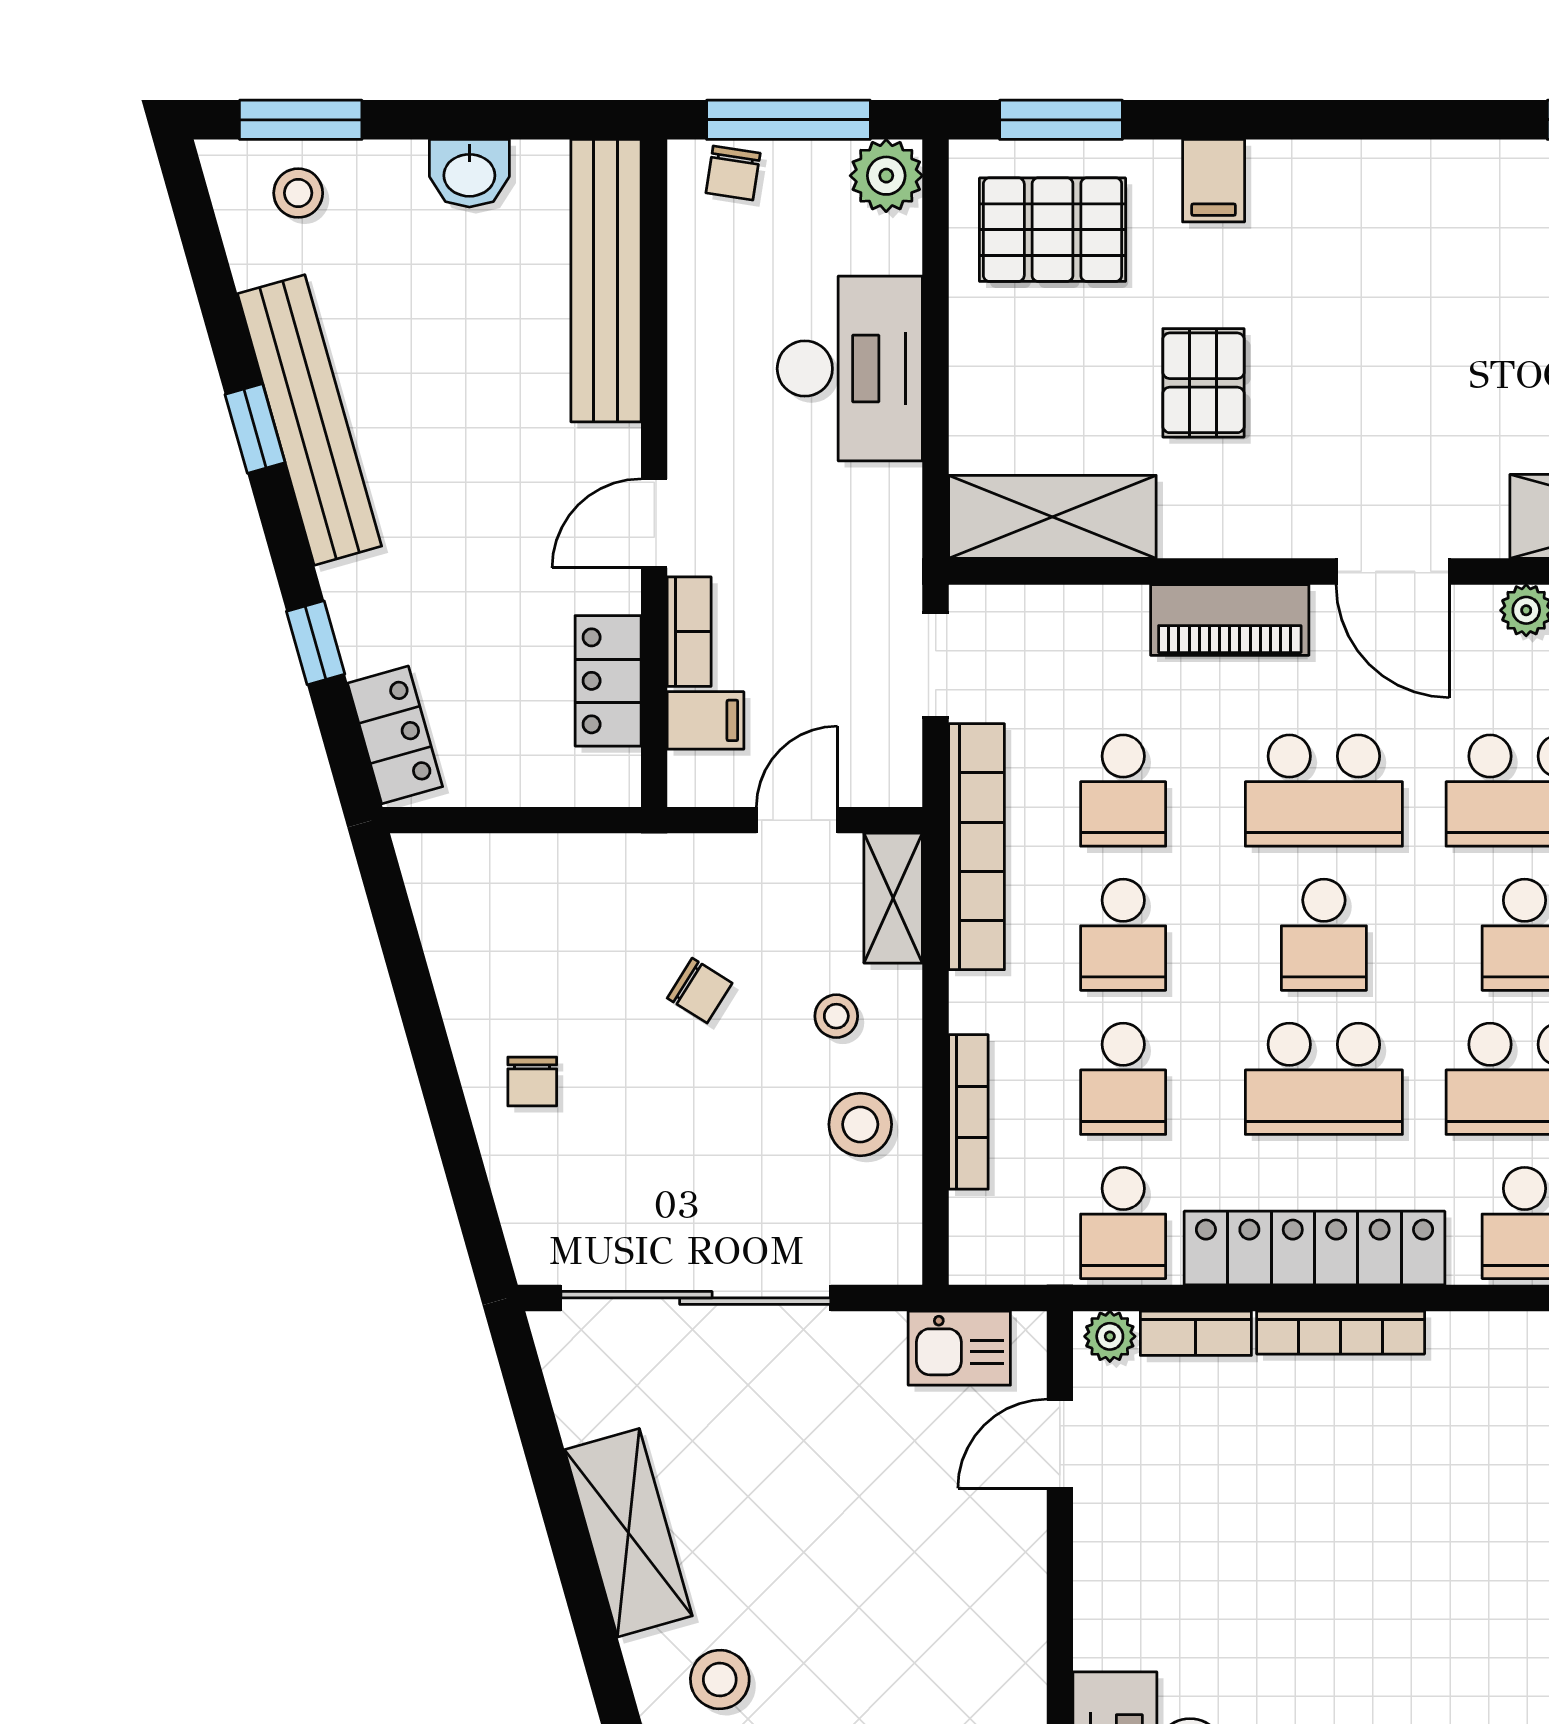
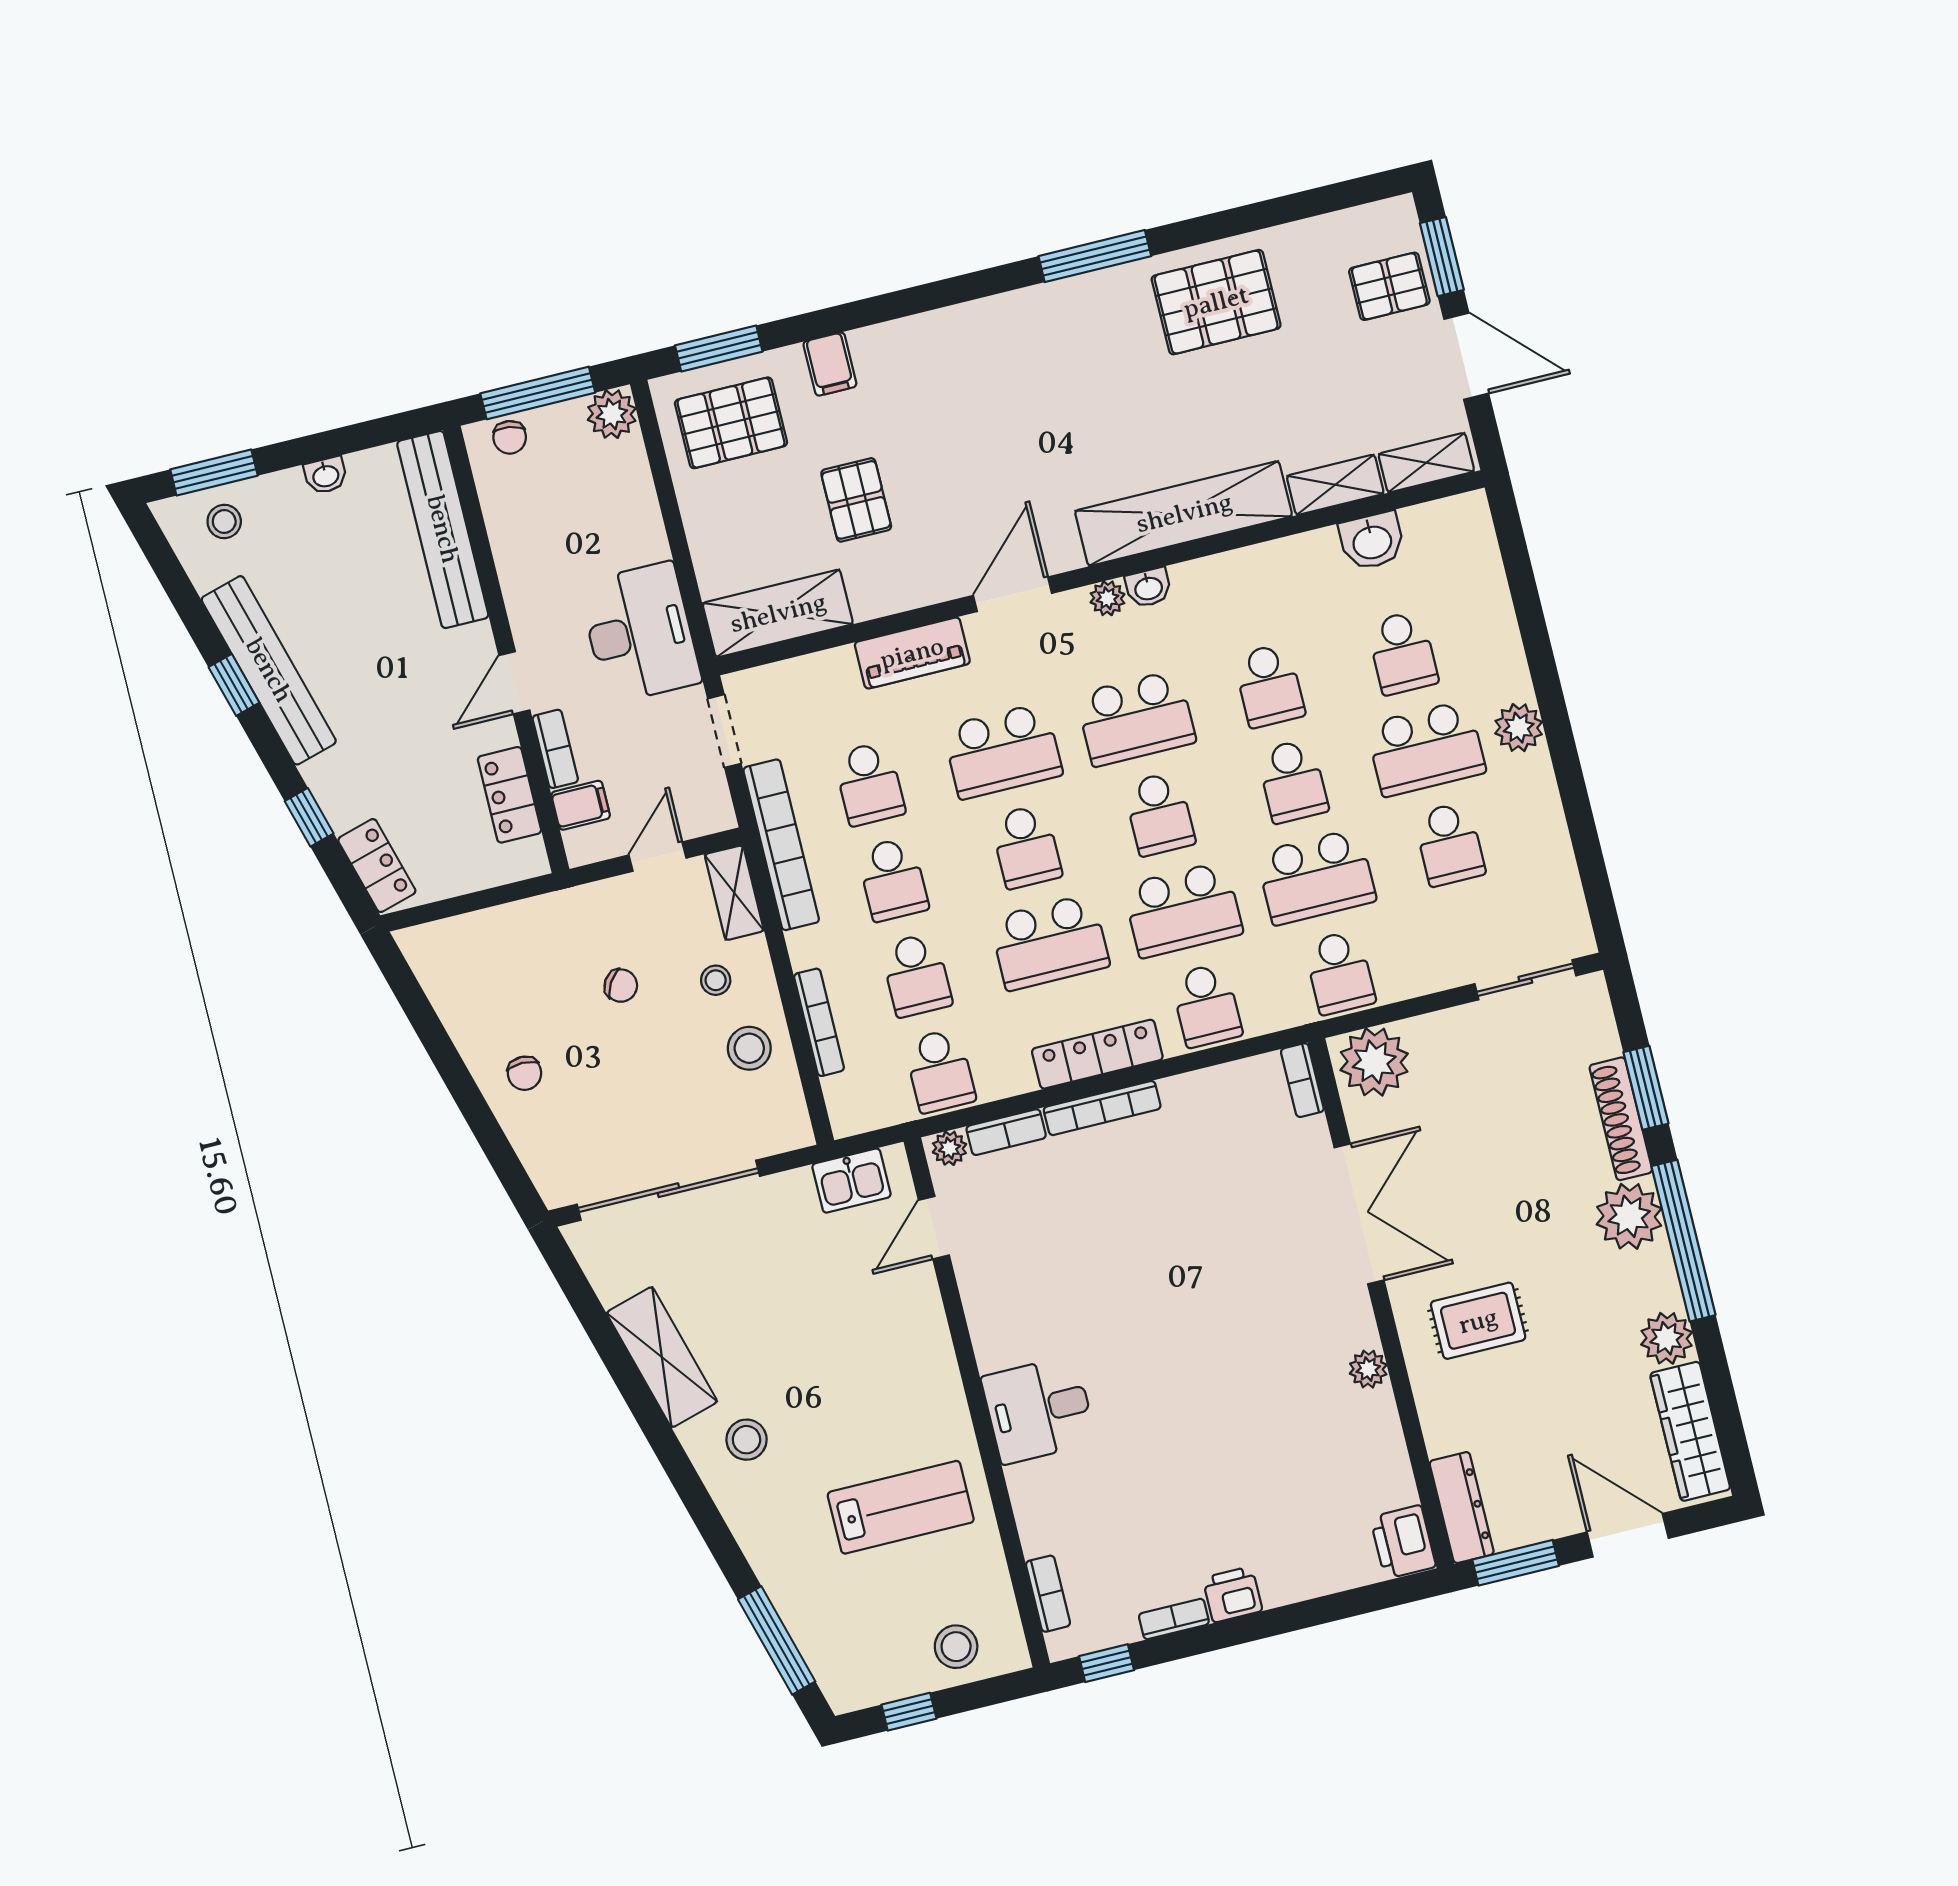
washbasin: (469, 173) -> (326, 475), width x0.72, depth x0.69
desk: (850, 369) -> (640, 633), moved
door: (1393, 571) -> (1012, 594), swing flipped
locker: (1314, 1248) -> (1097, 1054), width x0.71, depth x0.83

